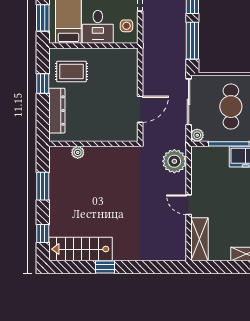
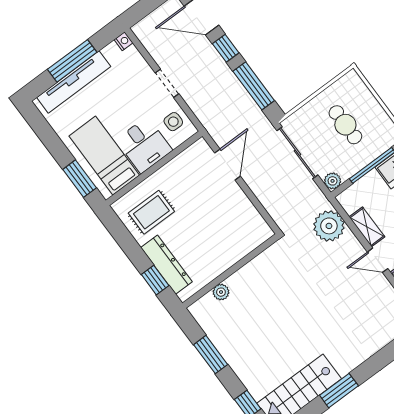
window: (43, 84) -> (155, 280), moved
cafe table: (231, 107) -> (345, 125), width x0.73, depth x0.74
door: (140, 109) -> (228, 165), moved
shelving: (197, 179) -> (367, 227), added
window: (105, 267) -> (339, 391), width x1.50

